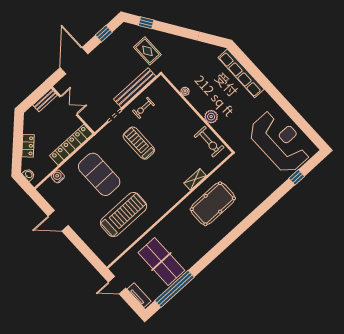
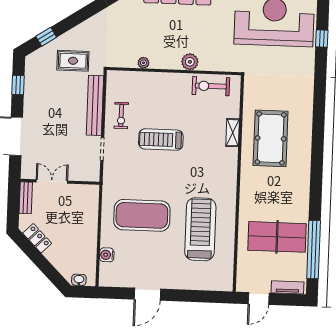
exercise bike: (209, 142) -> (211, 86), turned 180
treadmill: (139, 143) -> (161, 140), moved
locker: (71, 145) -> (90, 214), removed
locker: (28, 146) -> (37, 238), moved

